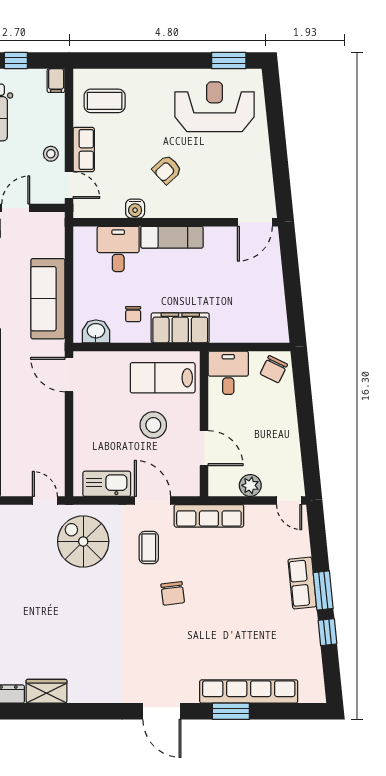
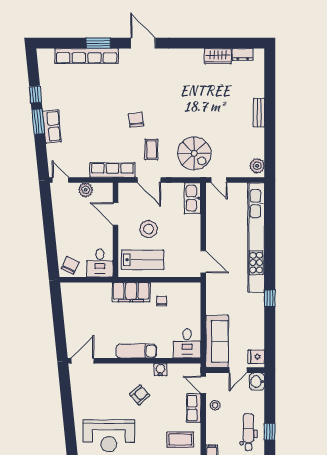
desk: (118, 249) -> (187, 343), moved
sofa: (48, 299) -> (217, 341), moved
washbasin: (96, 331) -> (186, 290), removed
kitchen sink: (107, 484) -> (192, 198), moved, turned 90

